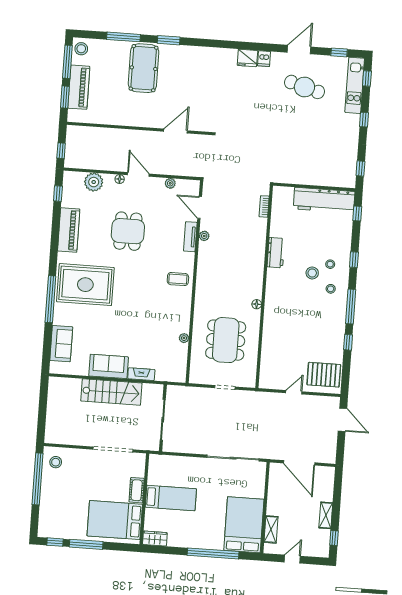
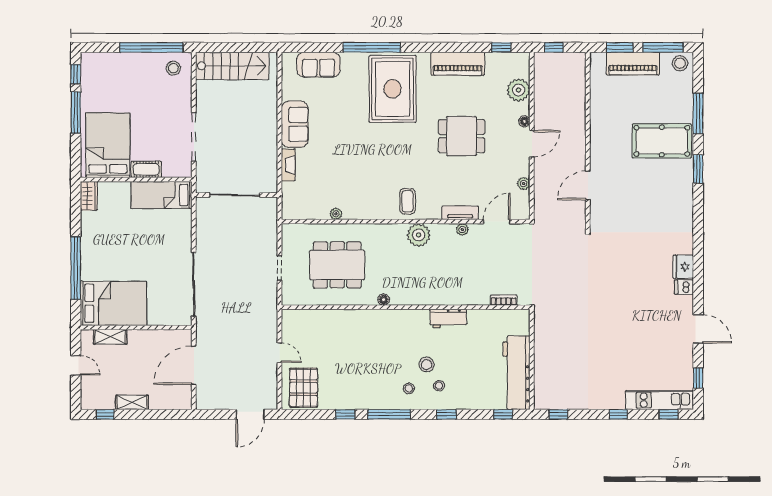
cafe table: (304, 87) -> (653, 339), removed
door: (176, 131) -> (588, 185), swing flipped
plant: (206, 272) -> (419, 235), added
stairs: (111, 392) -> (232, 66), moved, turned -90
bed: (171, 498) -> (162, 195), moved, turned 90

